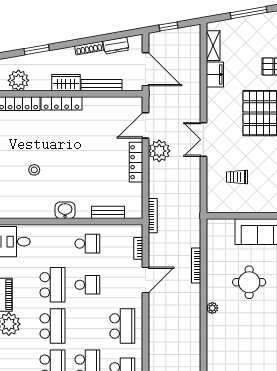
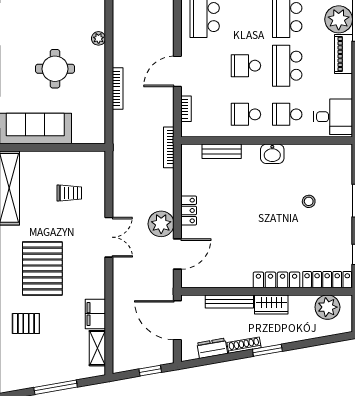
window: (37, 50) -> (267, 350), moved
locker: (136, 162) -> (189, 210), width x0.66
school desk: (52, 244) -> (287, 114), added

